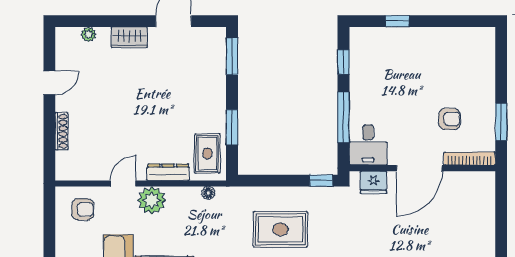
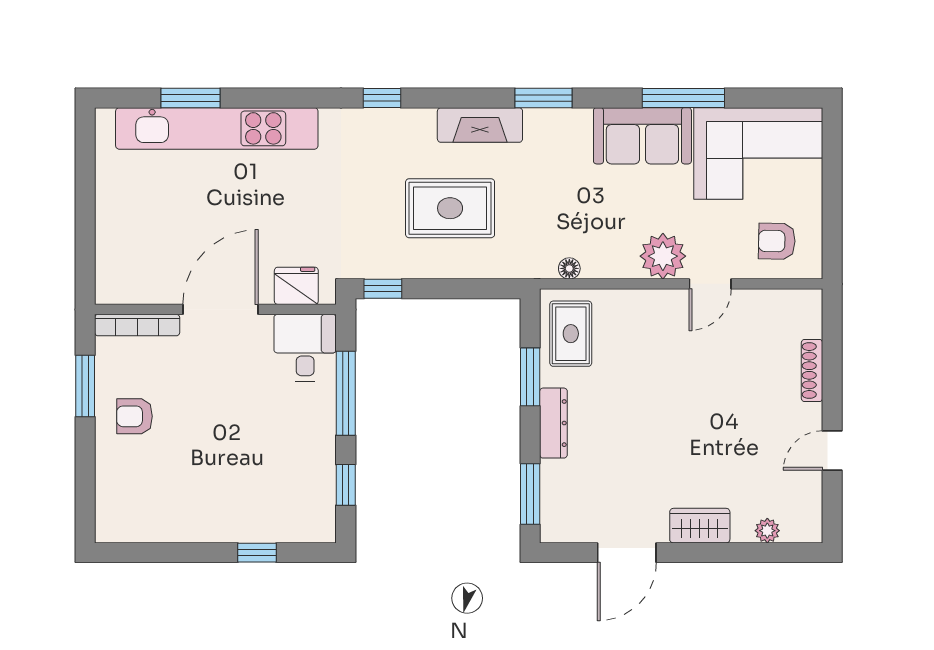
armchair: (449, 119) -> (135, 416), moved
dresser: (168, 172) -> (553, 423), moved, turned -90

